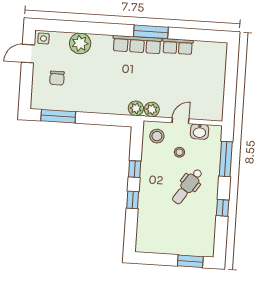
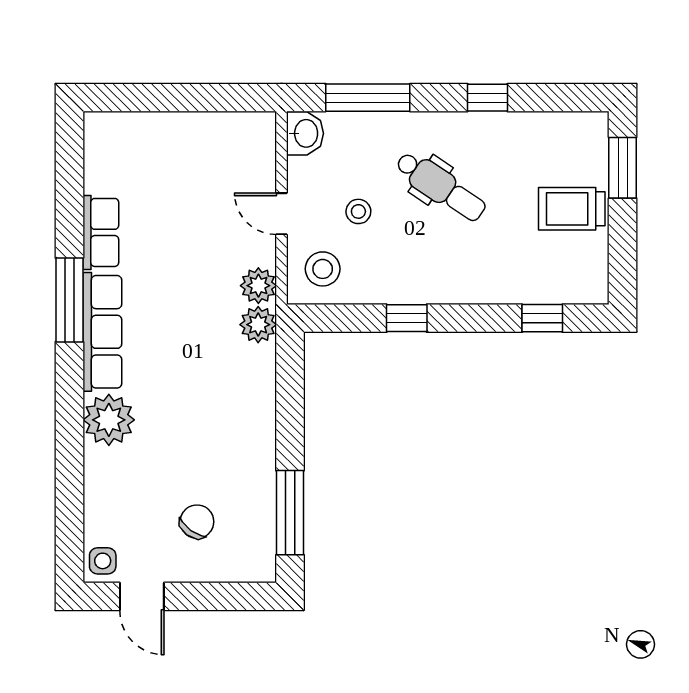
plant: (80, 43) -> (109, 420), moved
chair: (57, 78) -> (197, 522), turned -54
washbasin: (200, 132) -> (305, 133), moved
window: (133, 200) -> (542, 318), moved
trolley: (175, 239) -> (572, 209), added

